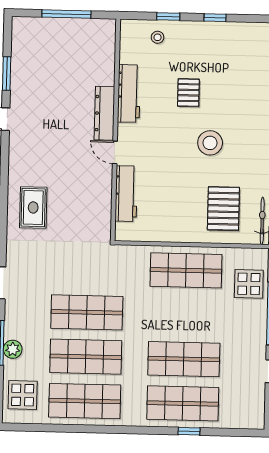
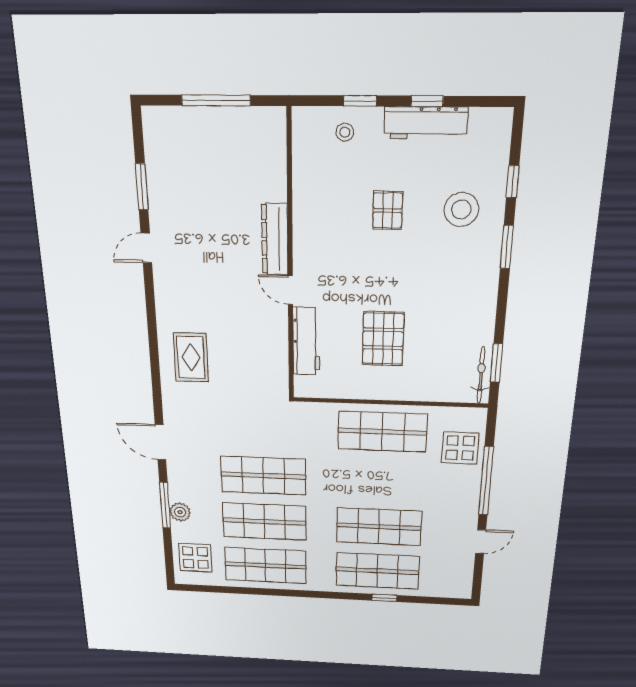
workbench: (129, 93) -> (426, 123), moved, turned 90
stool: (210, 143) -> (461, 209), moved
pallet: (223, 209) -> (383, 339), moved

